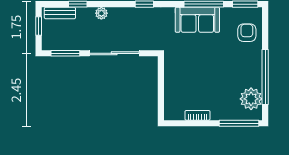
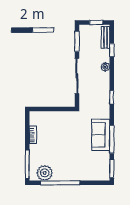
armchair: (247, 33) -> (92, 170), removed

